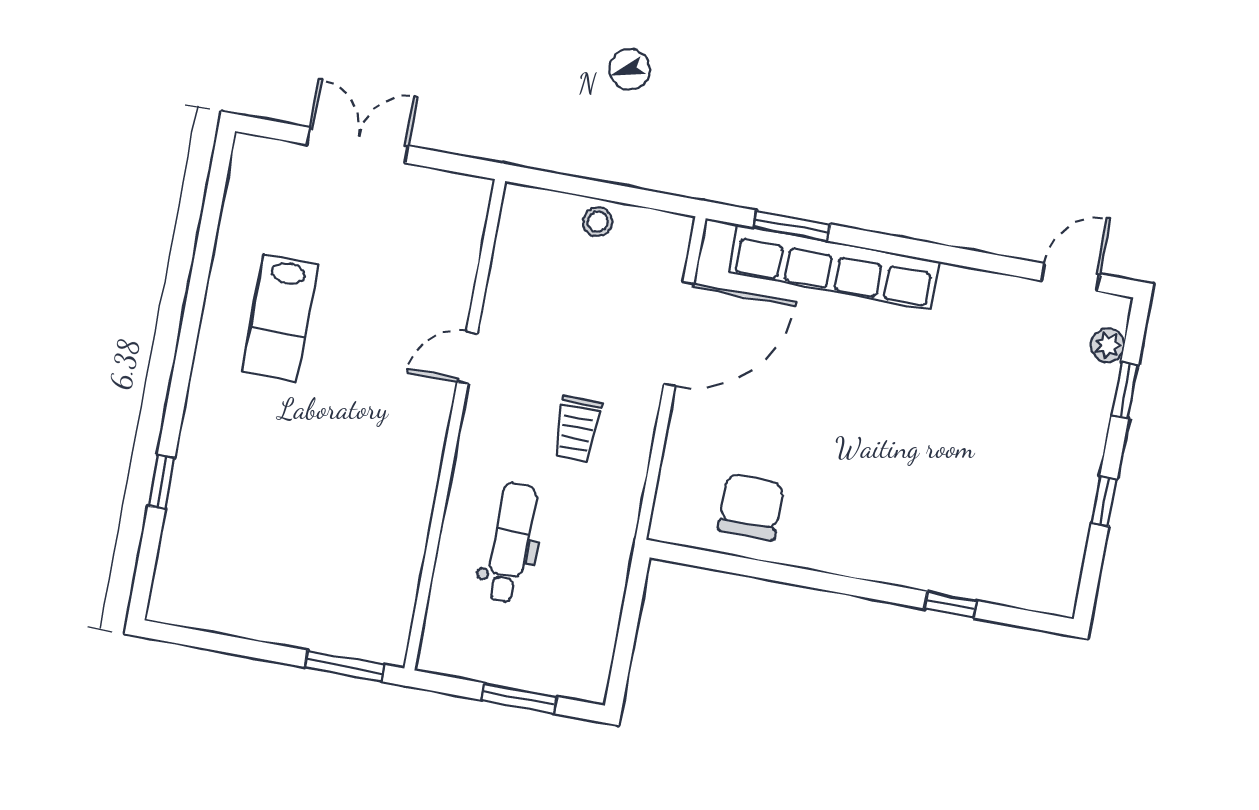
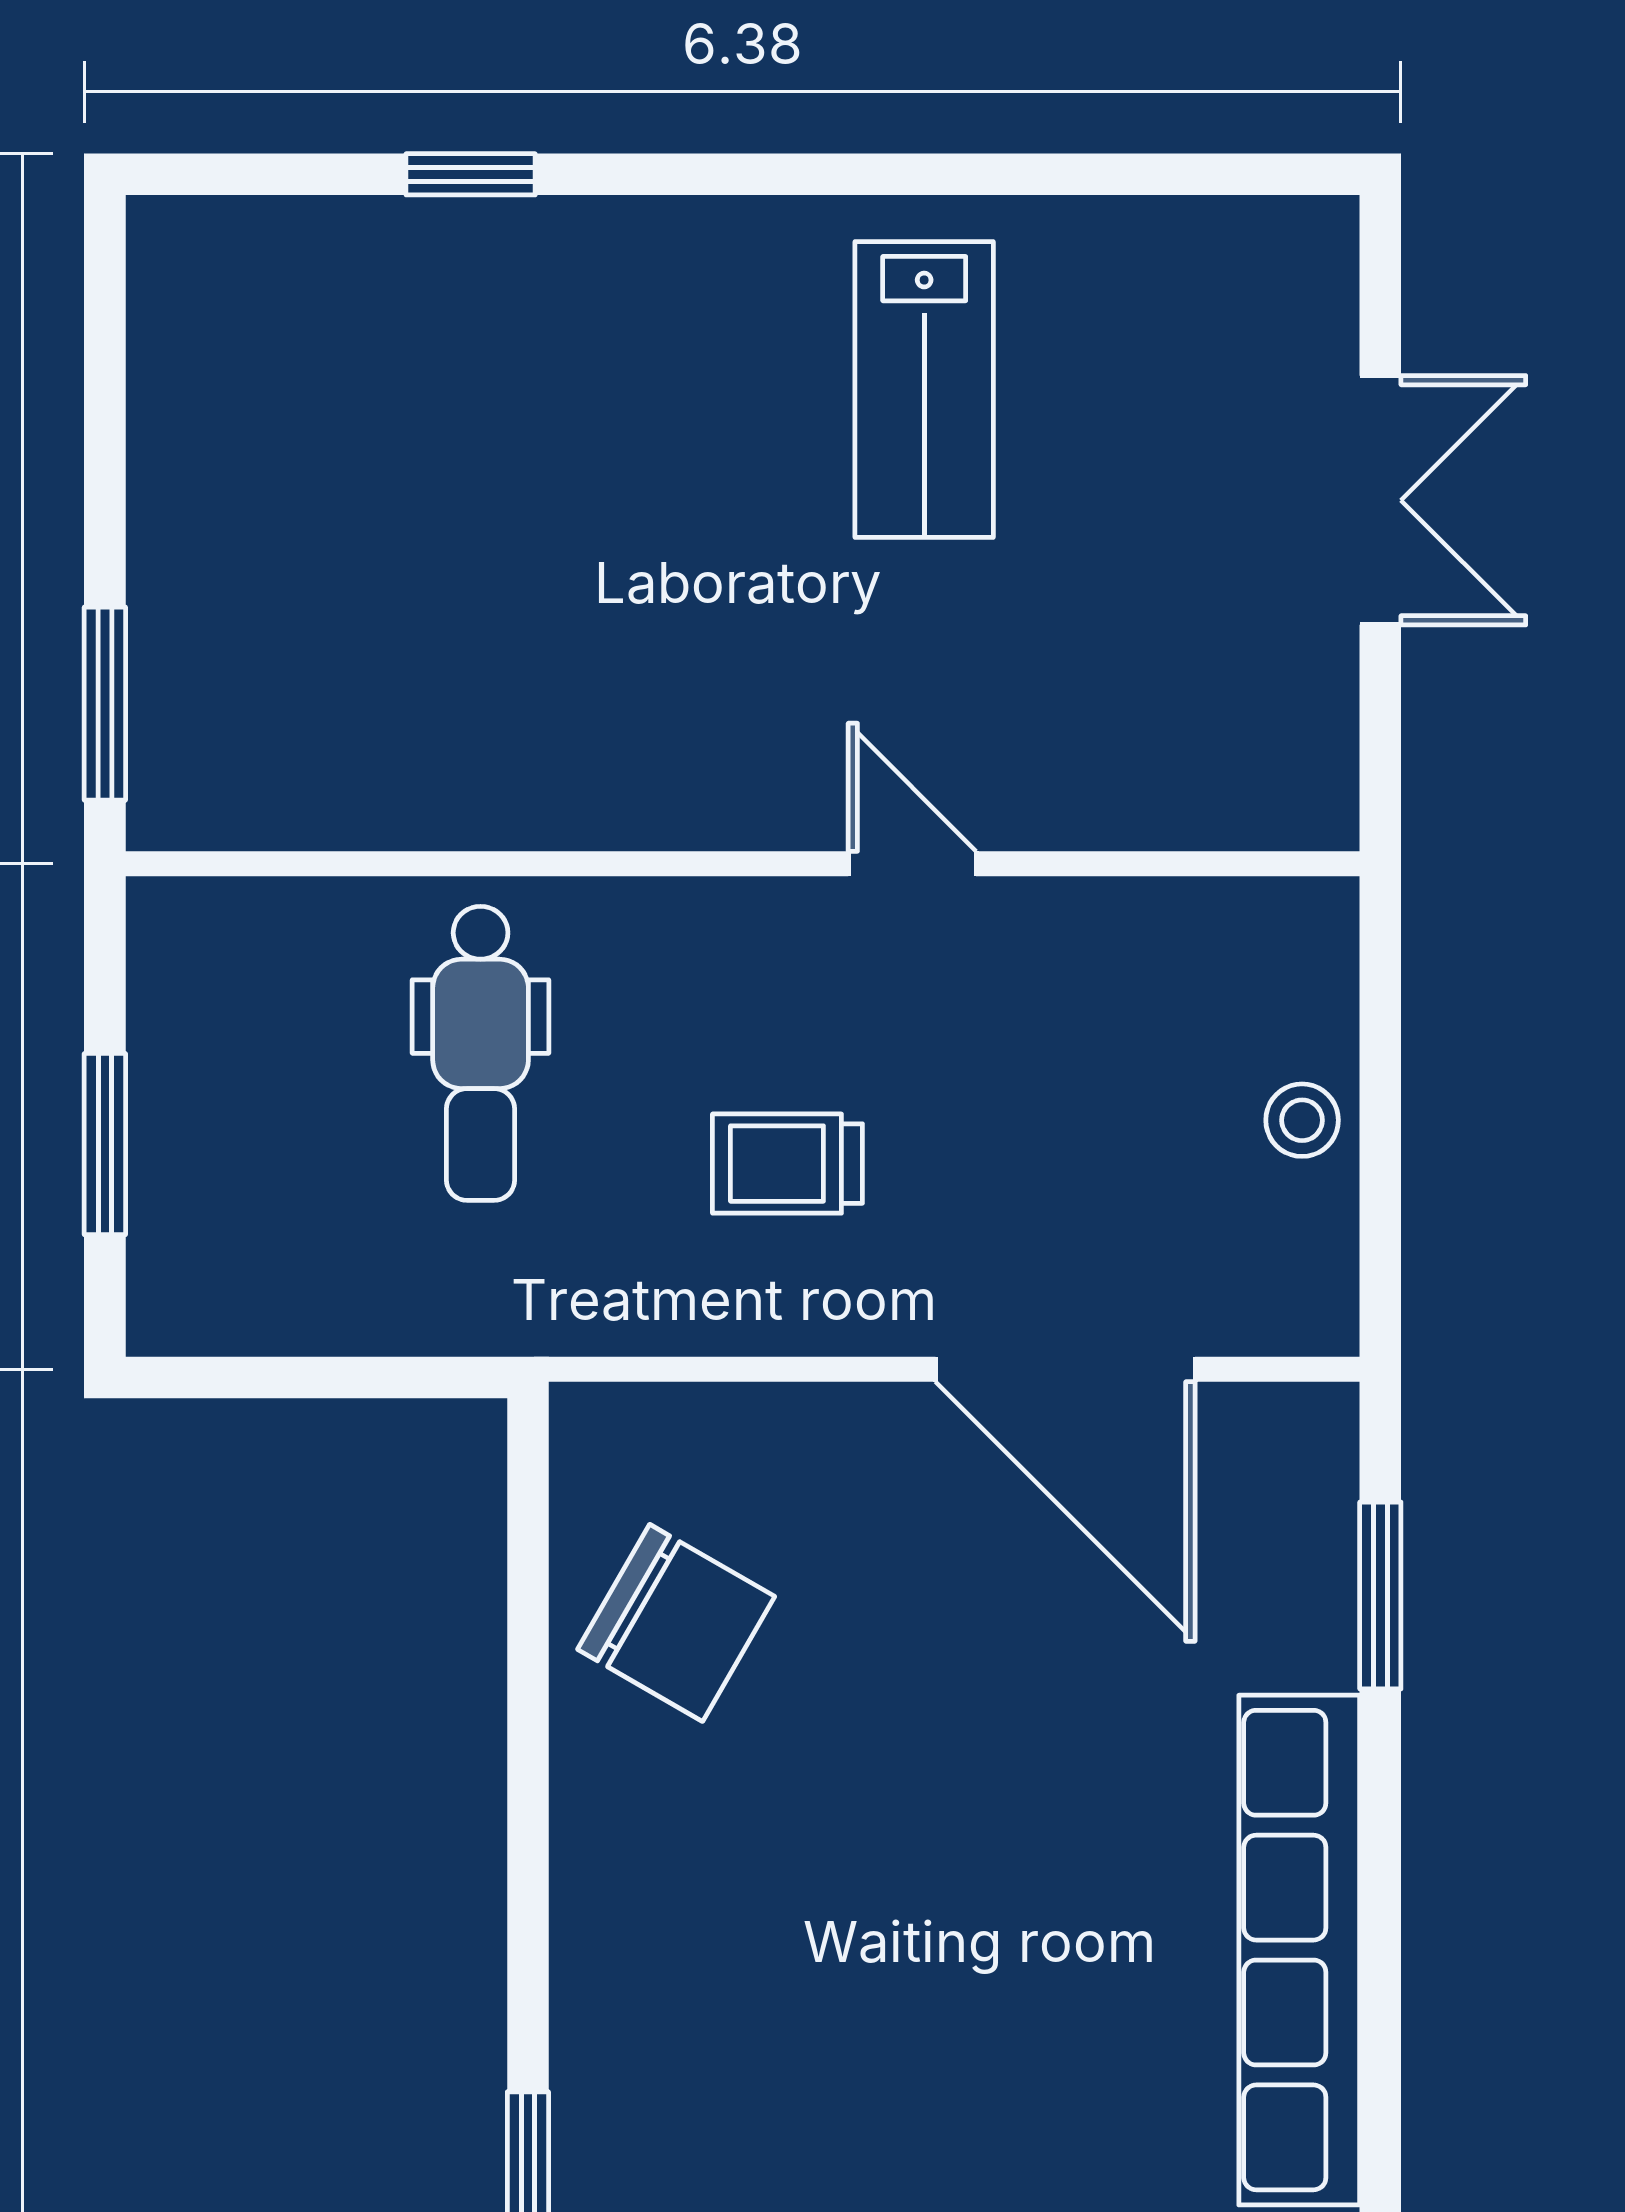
row of seats: (834, 267) -> (1299, 1950), moved
lab bench: (280, 318) -> (924, 390), turned -90
chair: (751, 507) -> (676, 1623), turned 30
dental chair: (511, 543) -> (481, 1053), turned 90

